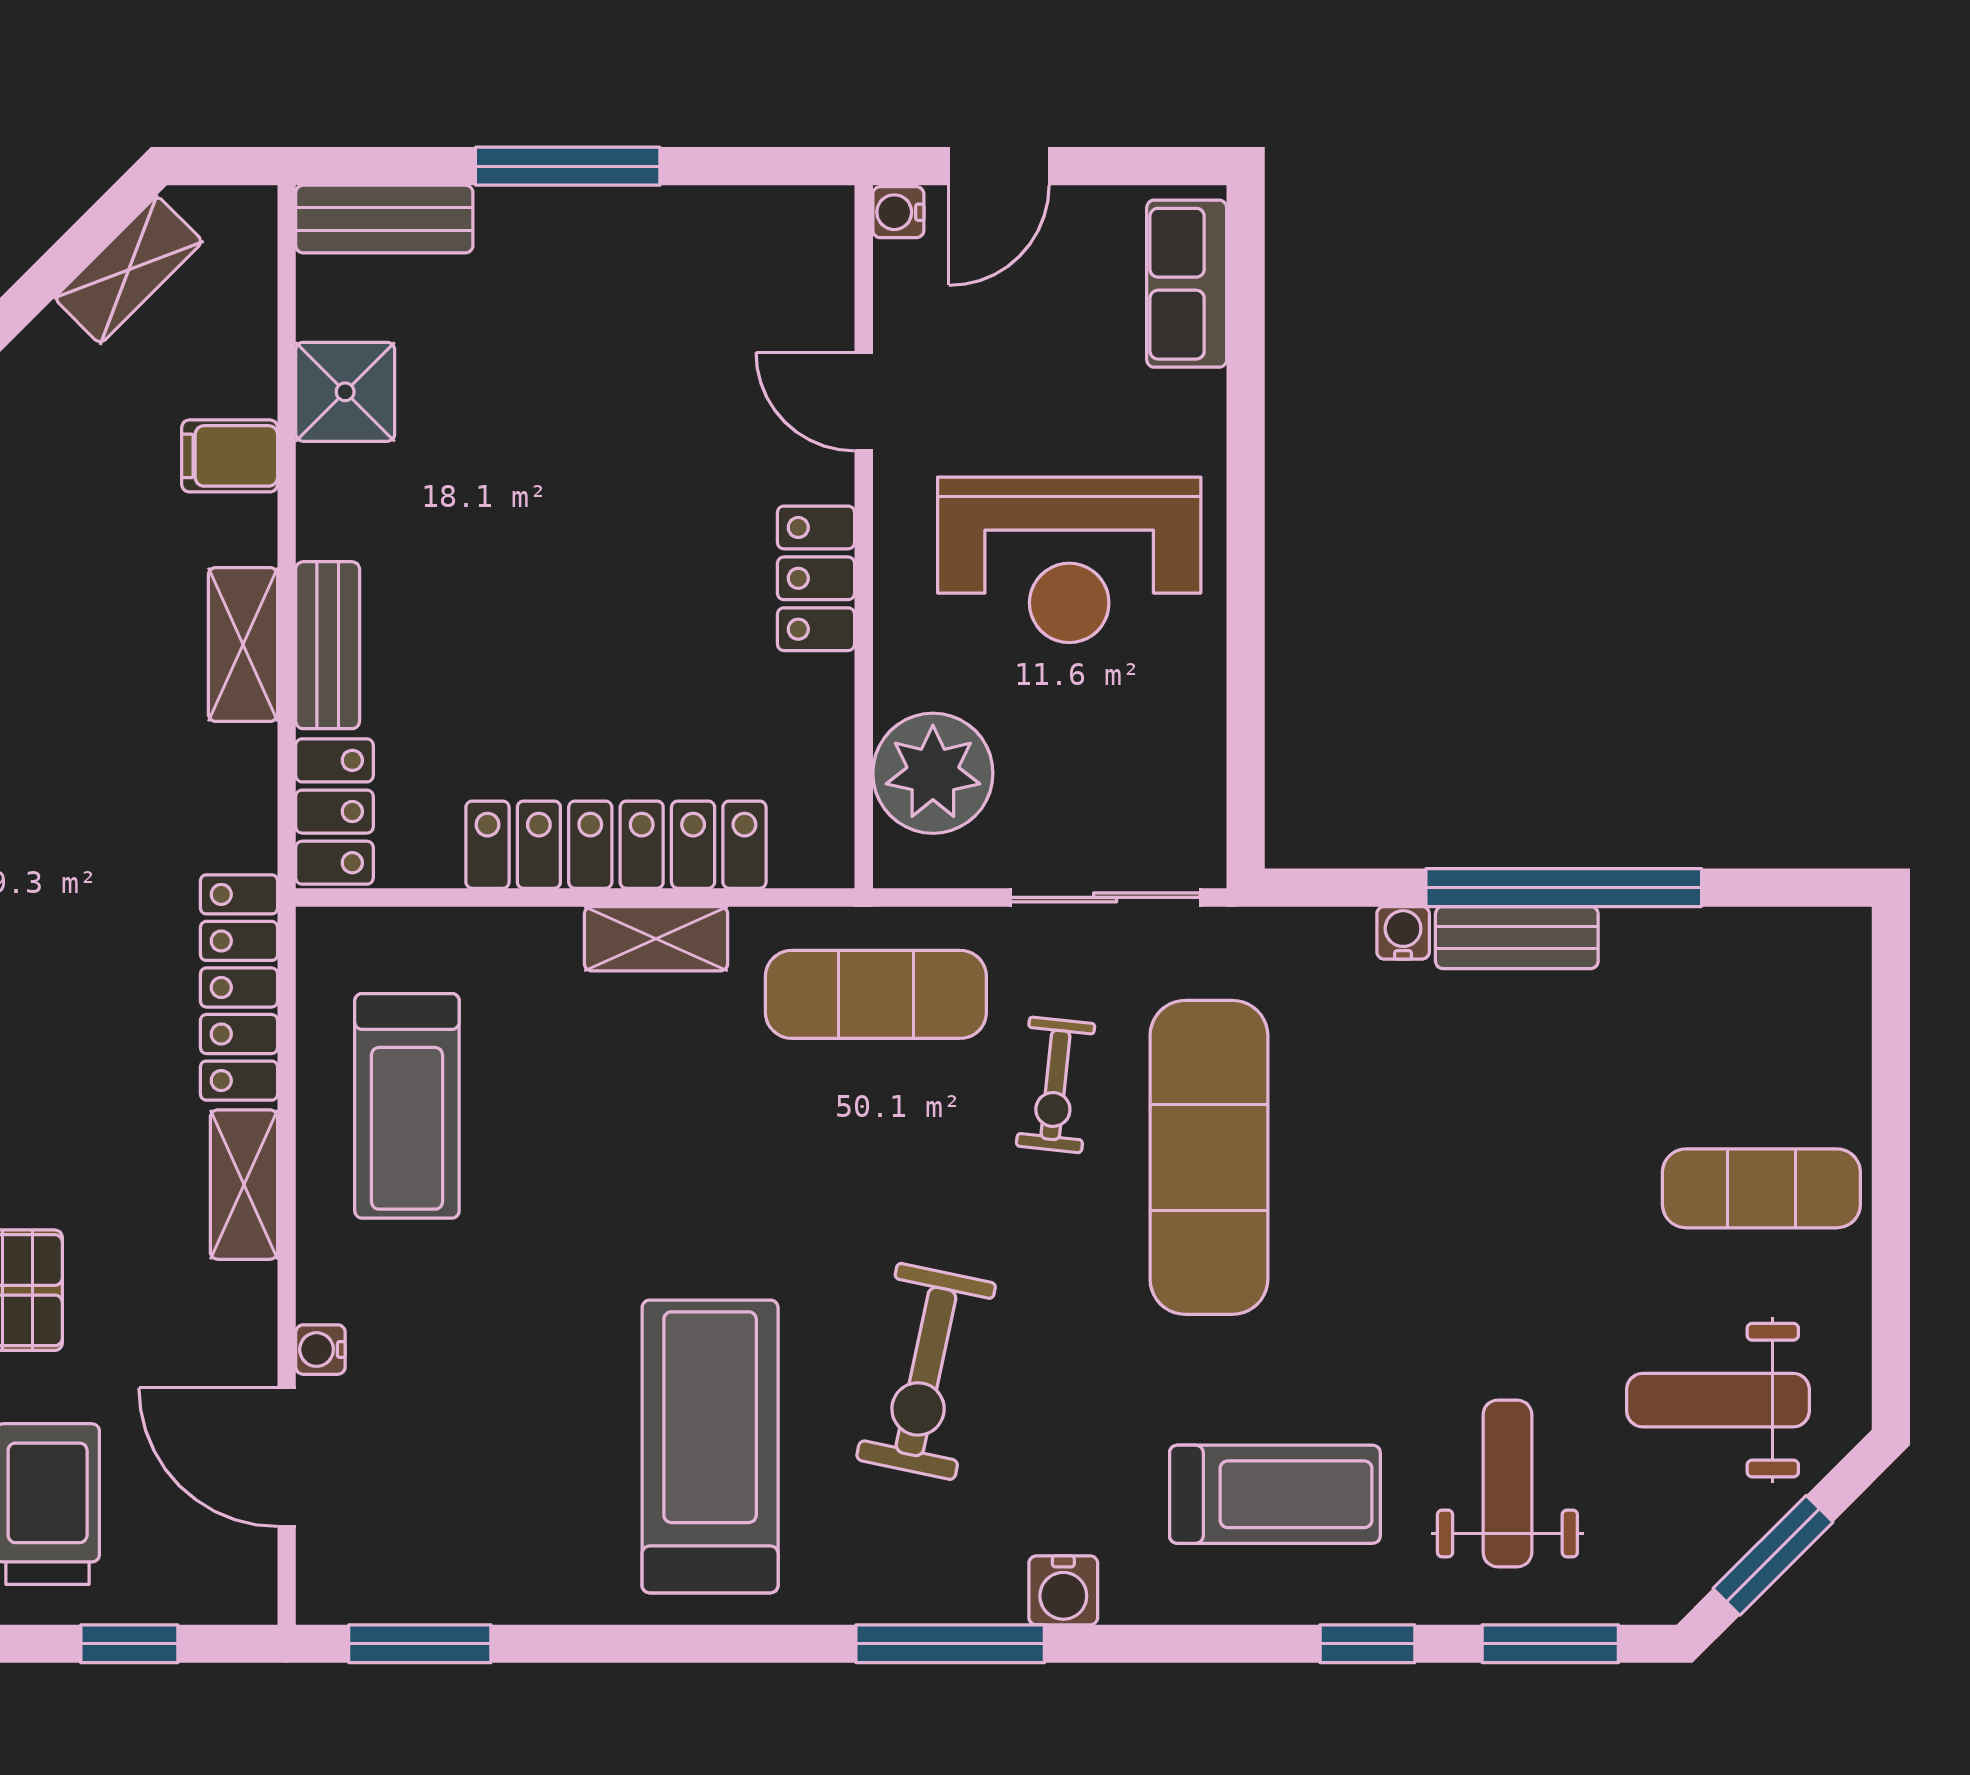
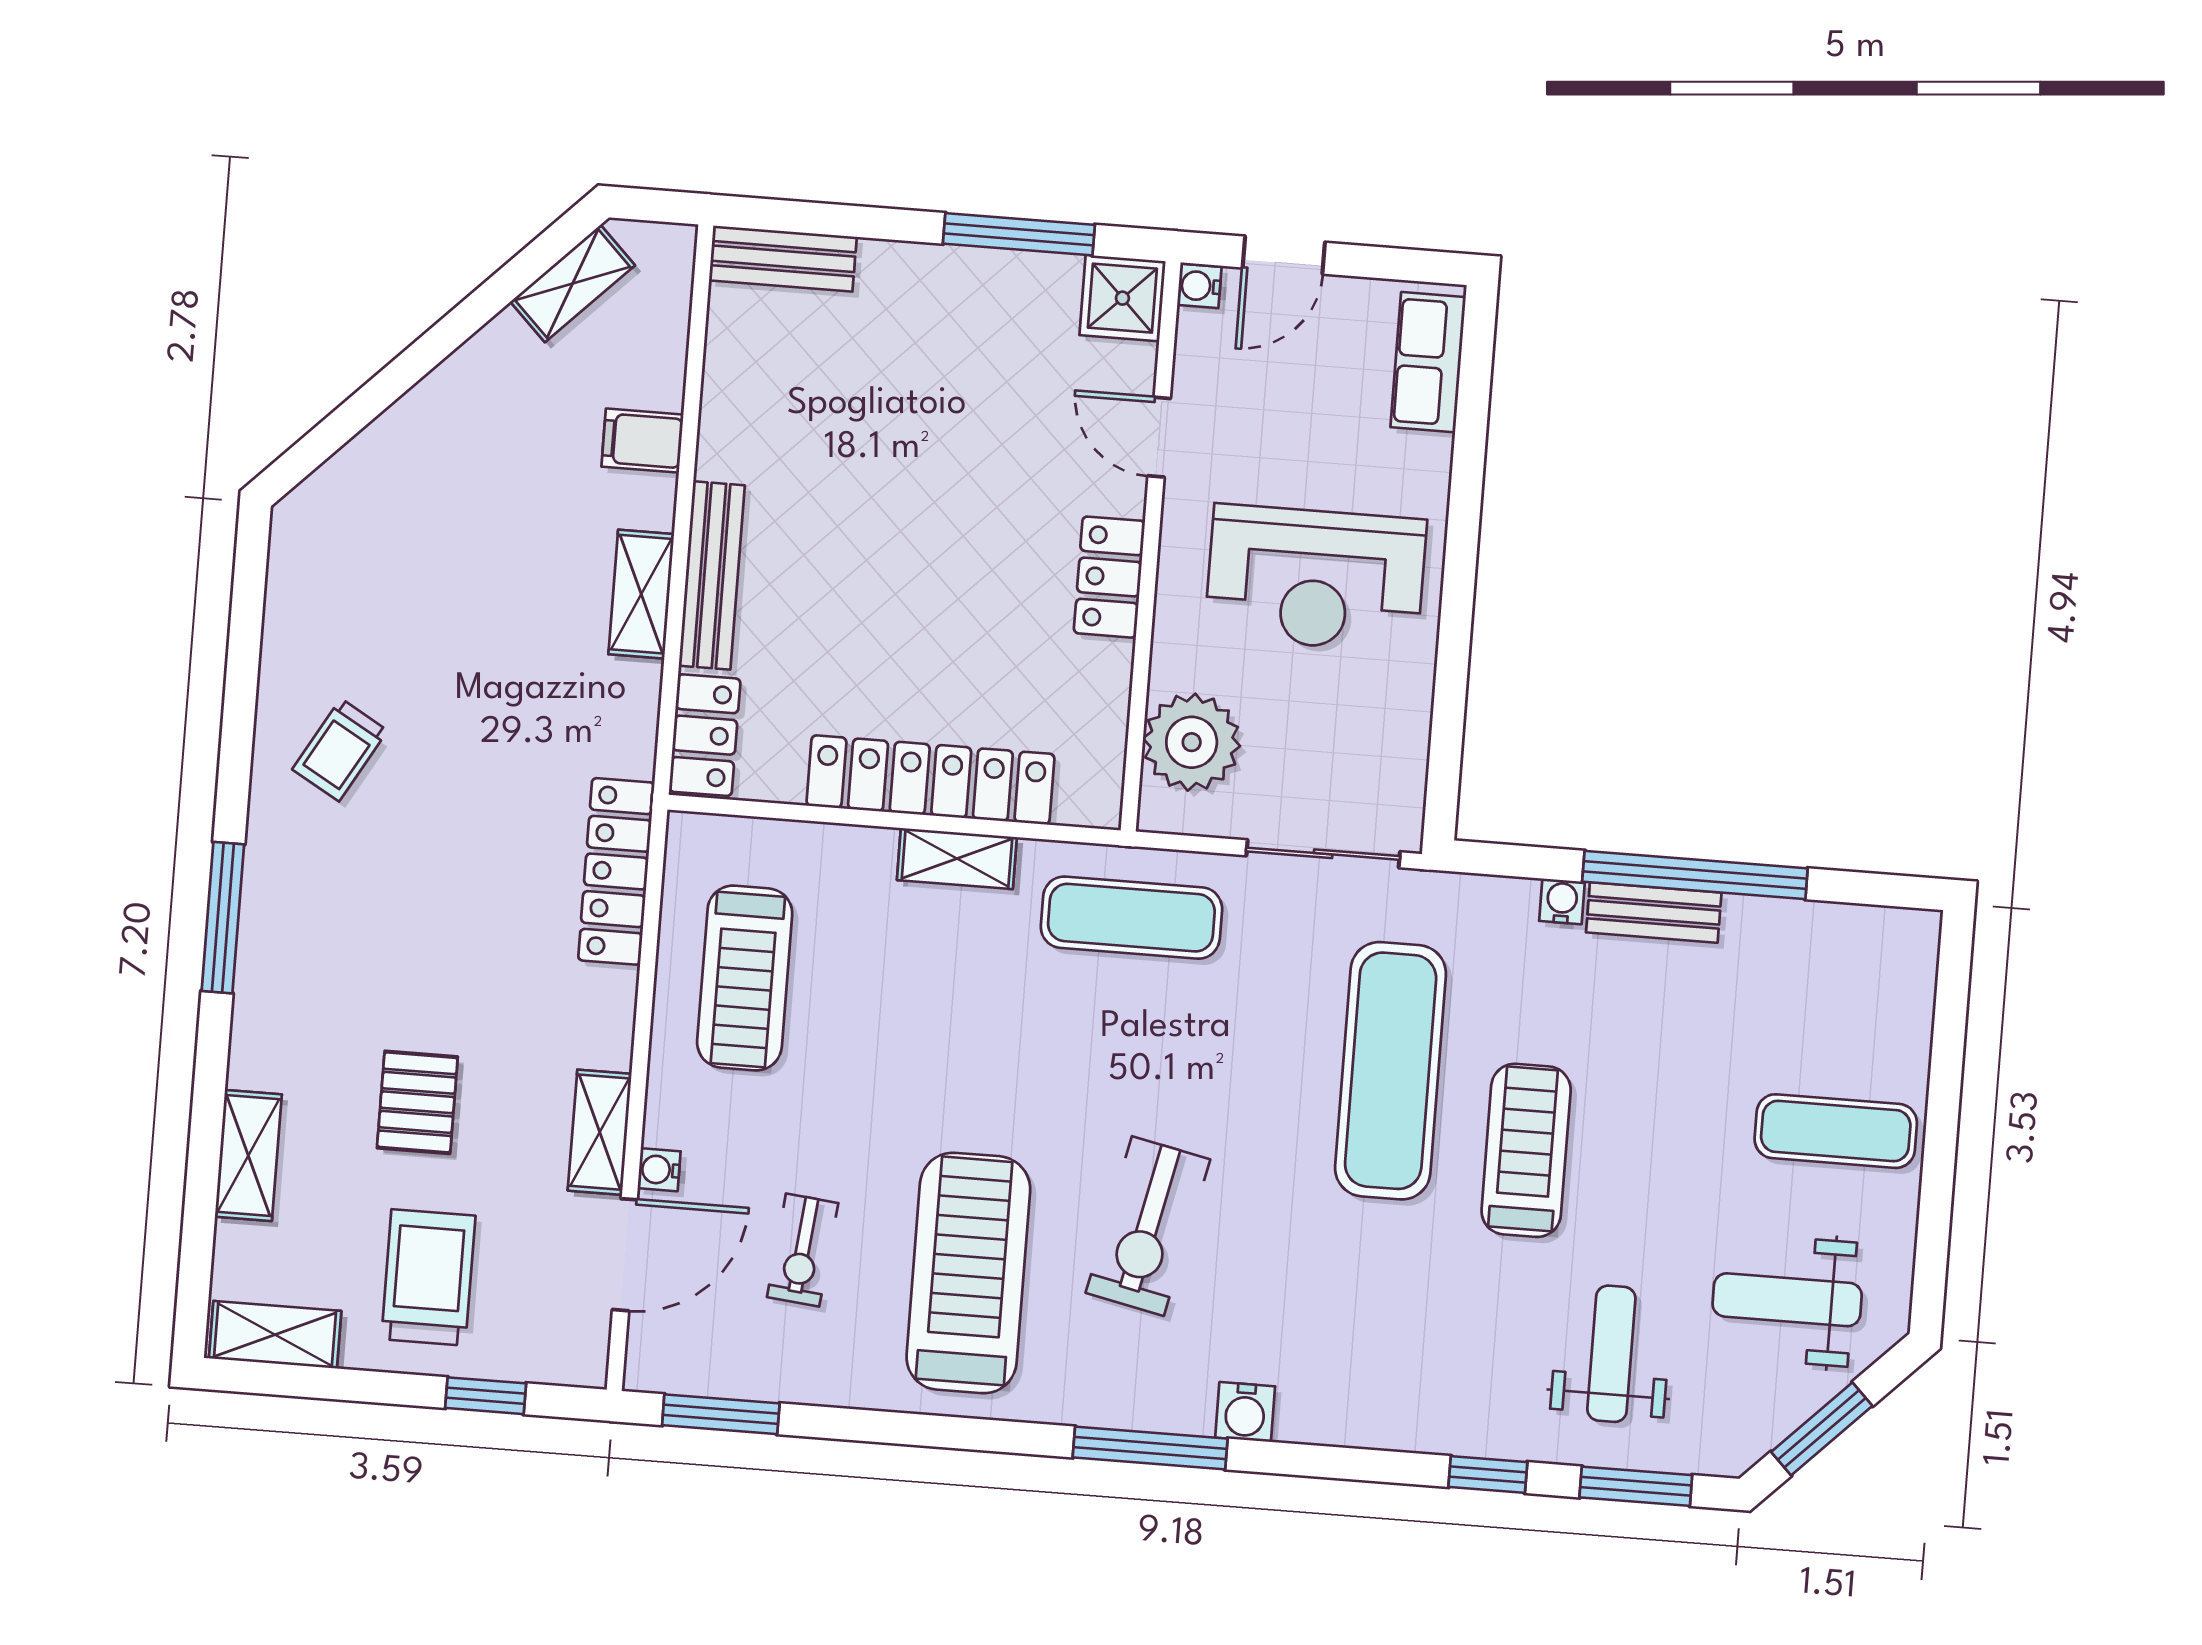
window: (568, 166) -> (1019, 234), moved
shower: (345, 392) -> (1122, 298), moved
bench: (328, 645) -> (712, 575), width x1.36
exercise bike: (1056, 1085) -> (803, 1250), moved
shelving: (244, 1185) -> (600, 1132), moved
door: (287, 1457) -> (625, 1255), swing flipped
treadmill: (1275, 1494) -> (1526, 1150), moved, turned -90

